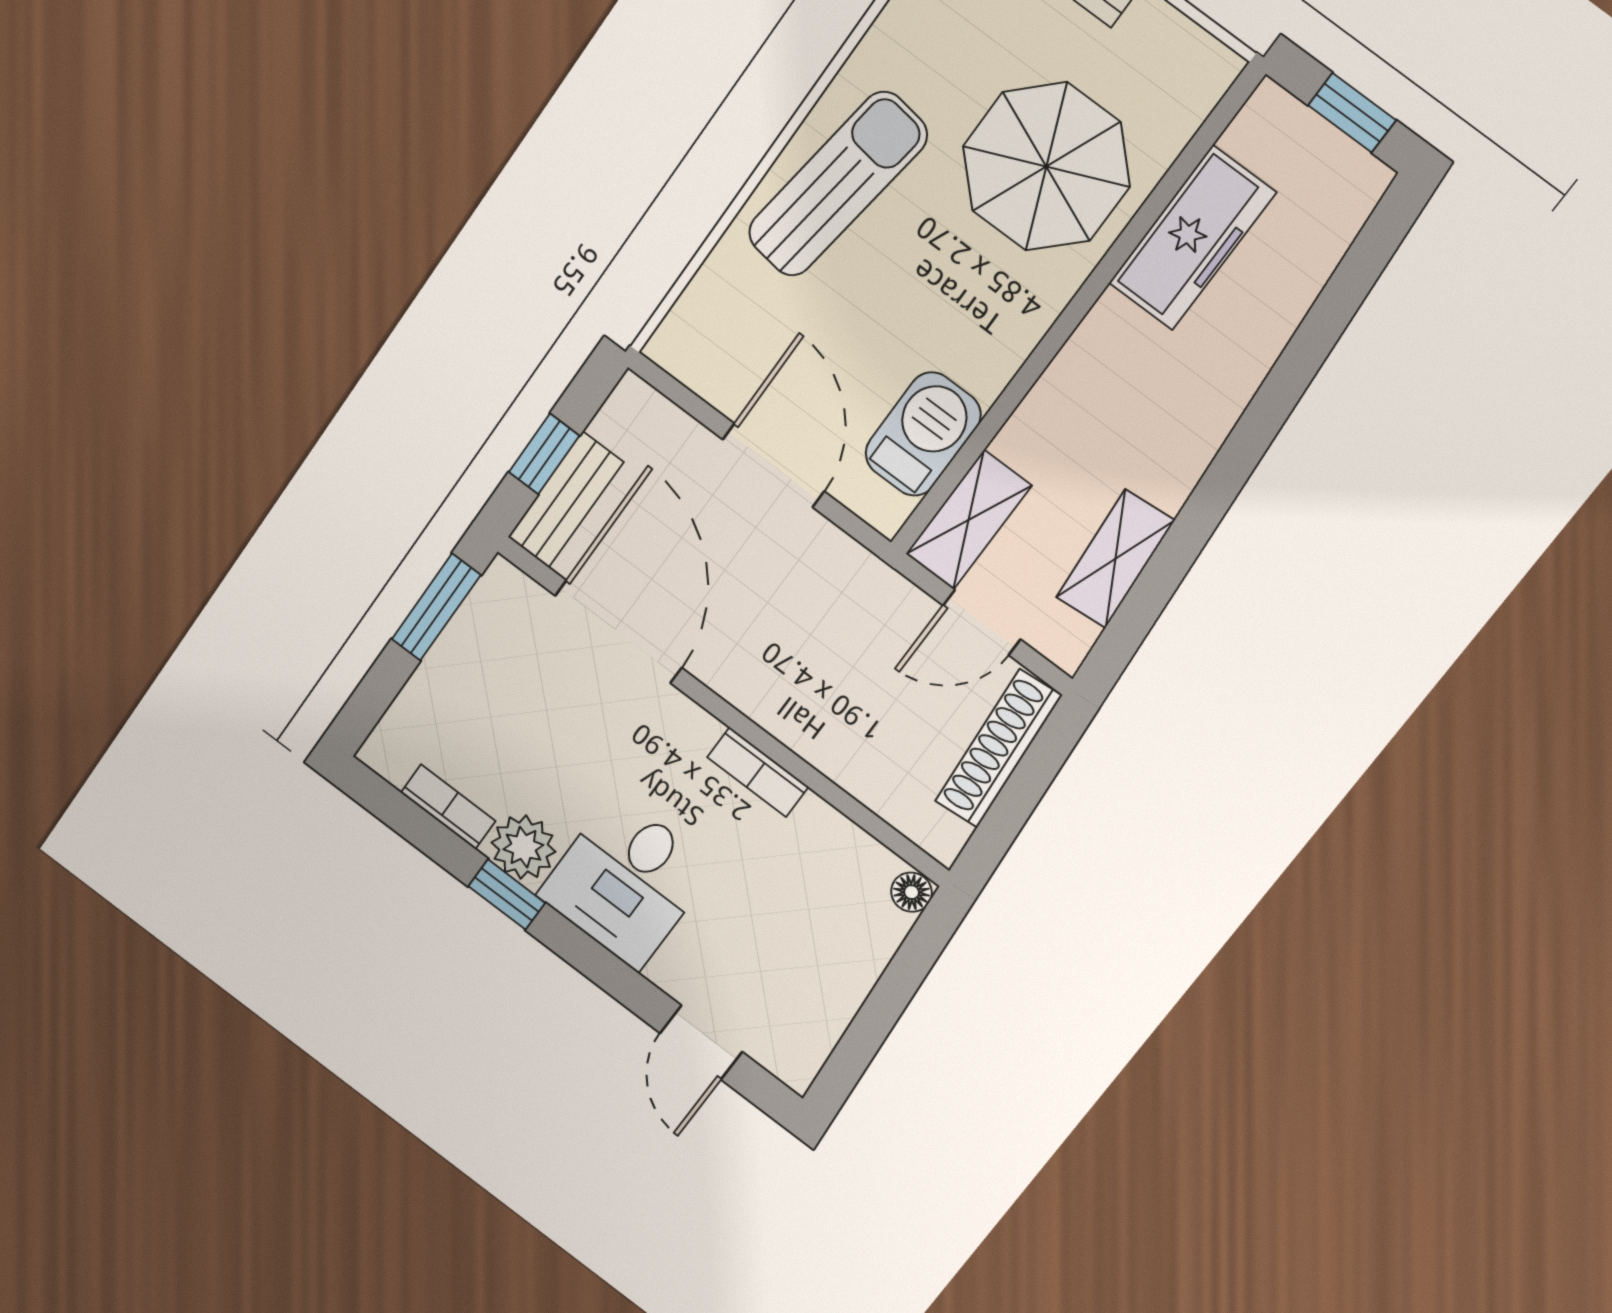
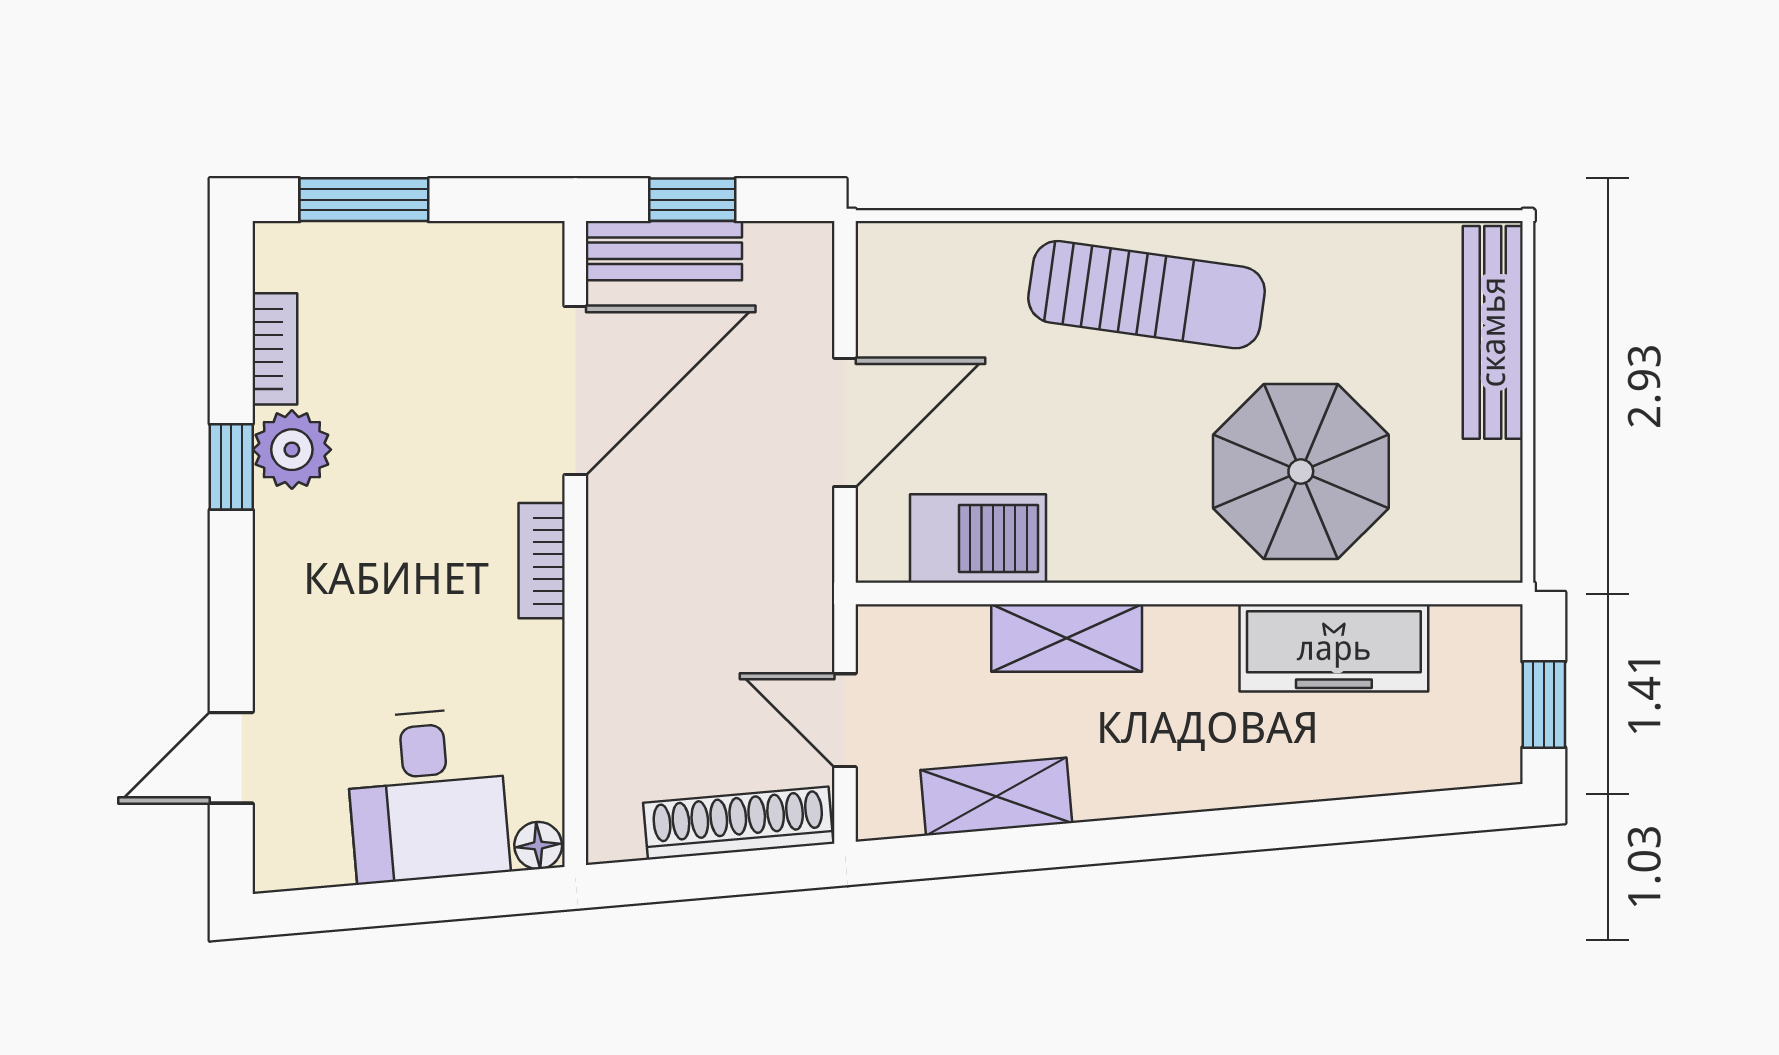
shelving: (969, 520) -> (1067, 638), moved
window: (436, 607) -> (364, 200), moved
bookcase: (758, 772) -> (542, 561), moved
desk: (626, 881) -> (427, 795), moved, turned -95

